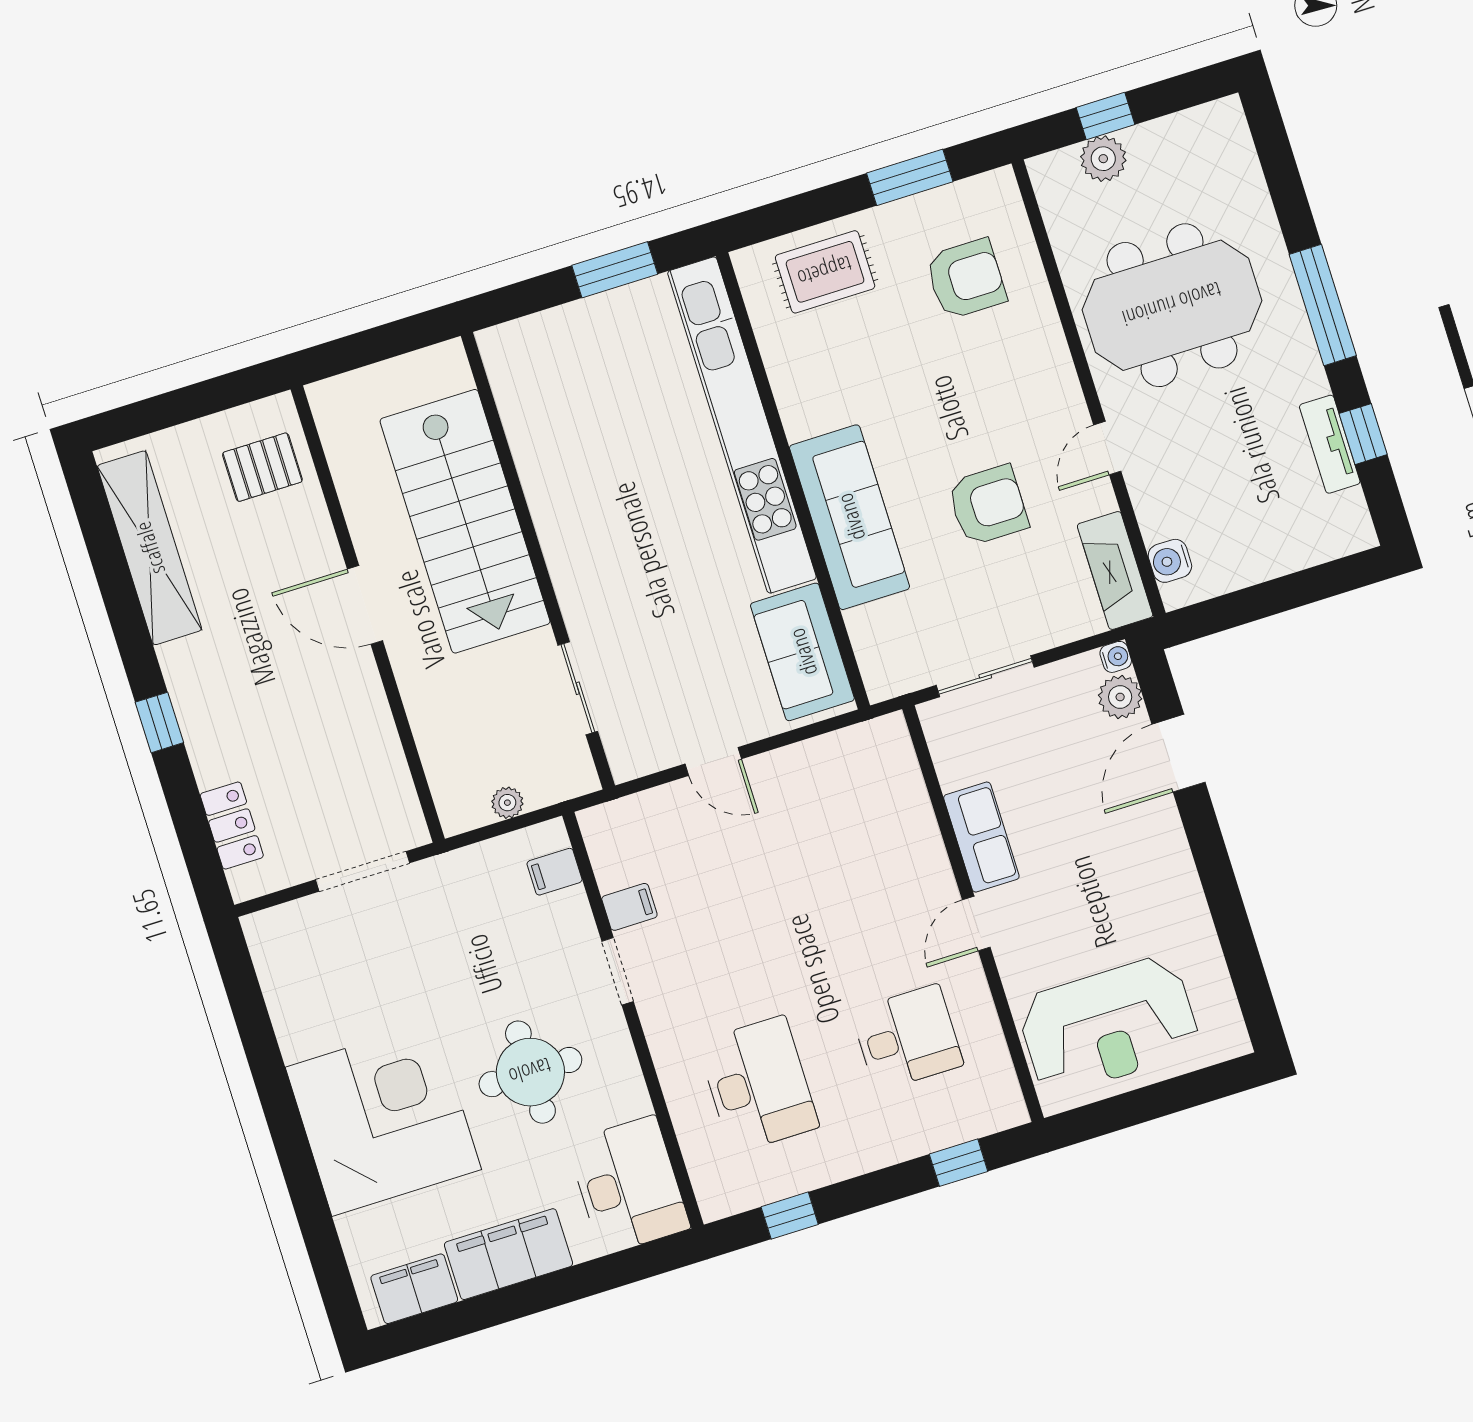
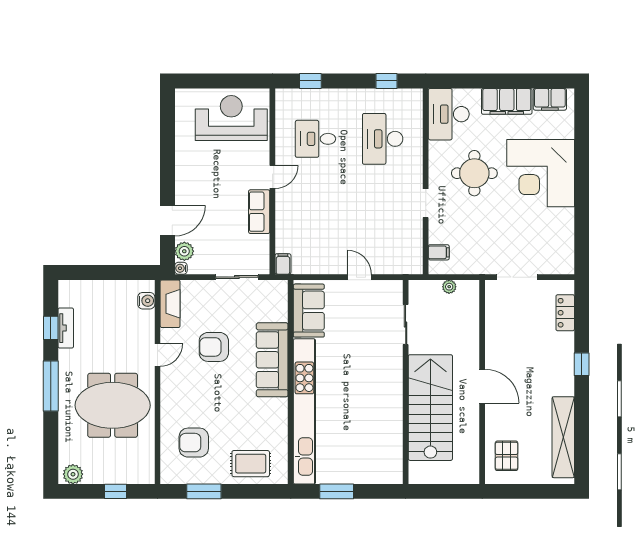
plant: (1103, 159) -> (73, 474), moved
pallet: (262, 467) -> (507, 456), turned 90
filing cabinet: (629, 907) -> (283, 264), moved, turned 90

